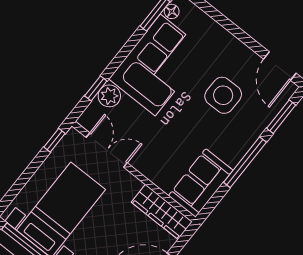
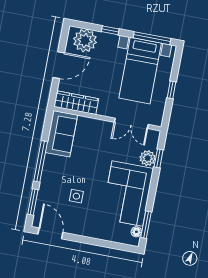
side table: (223, 95) -> (76, 196), width x0.54, depth x0.54
window: (55, 140) -> (171, 90), moved

